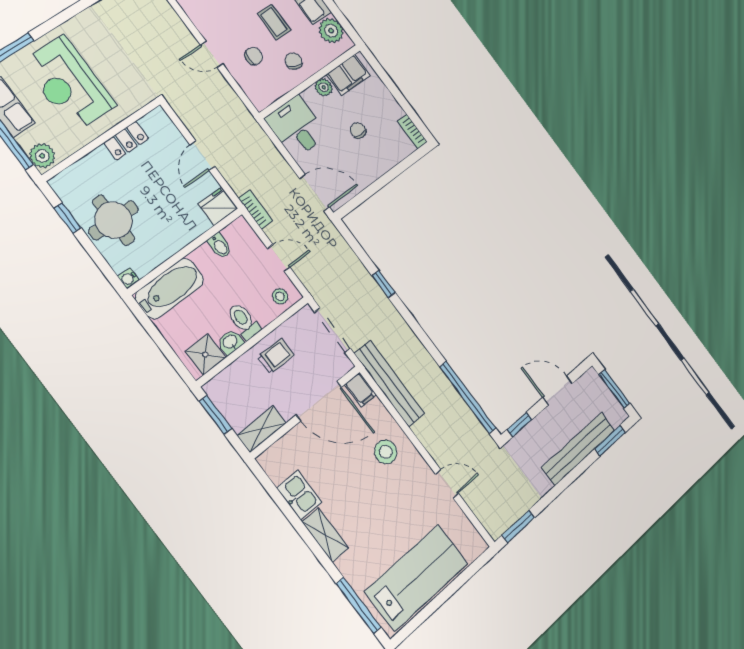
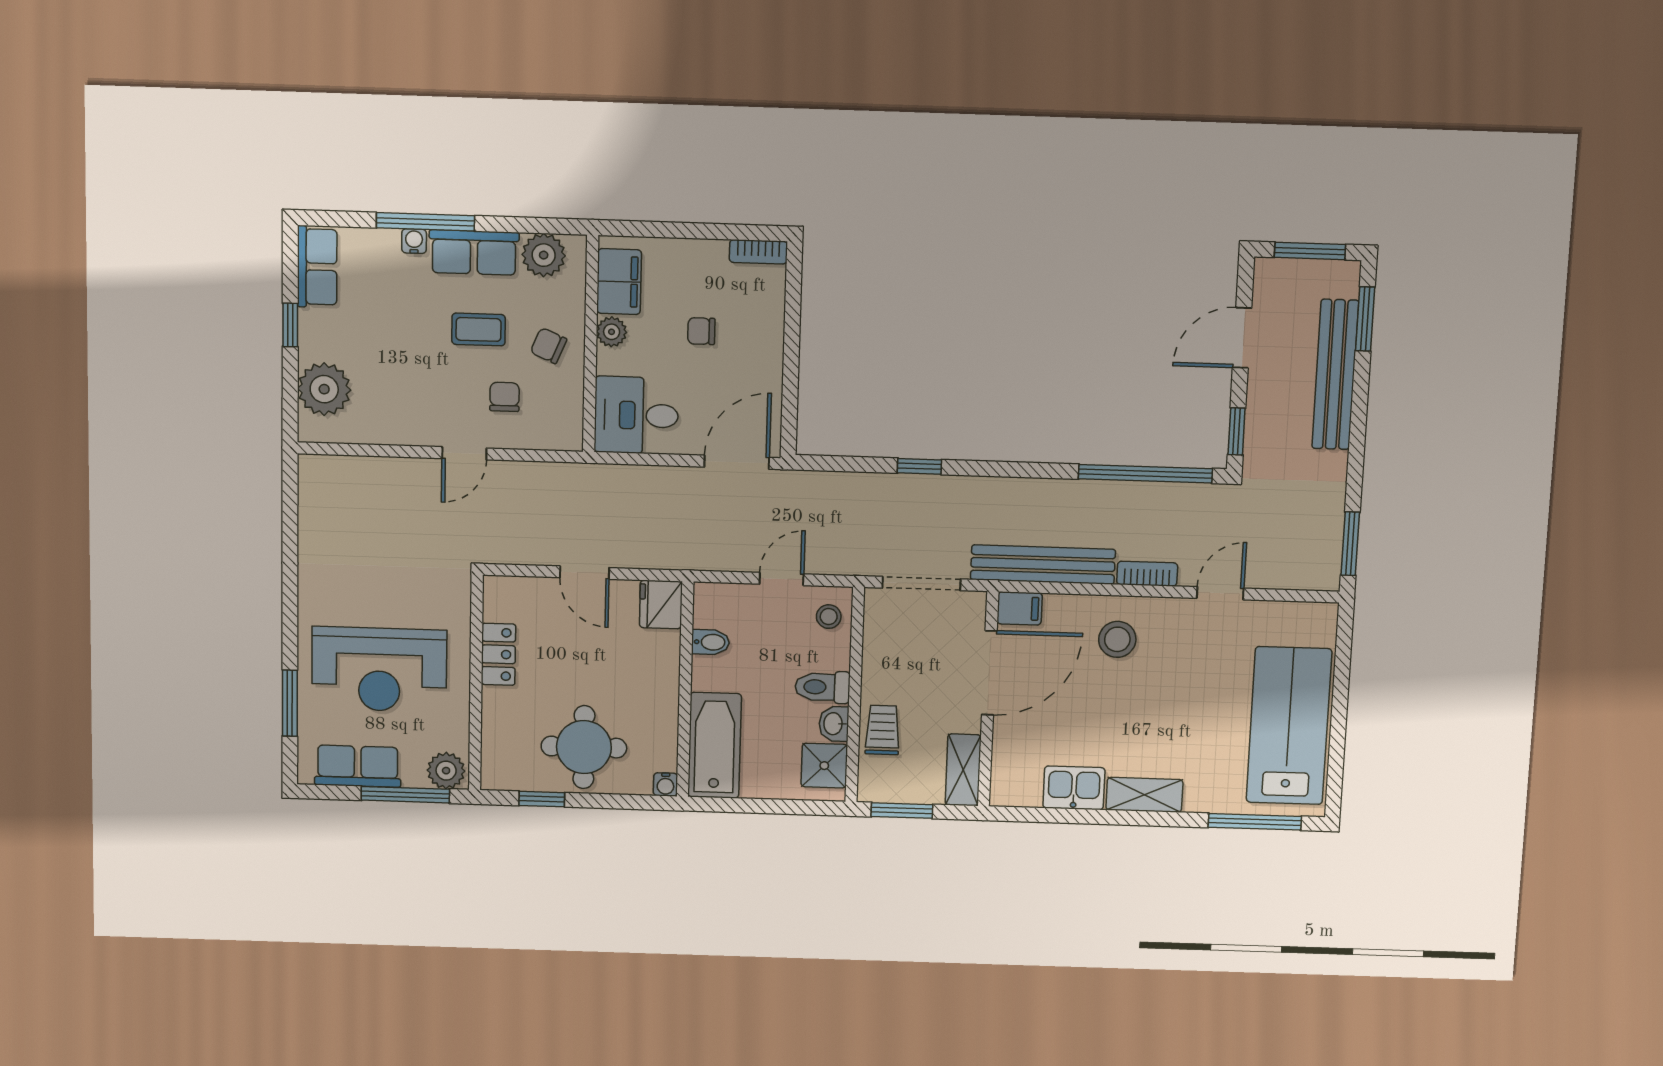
bookcase: (255, 210) -> (1147, 574), moved
trolley: (276, 356) -> (882, 730), moved

